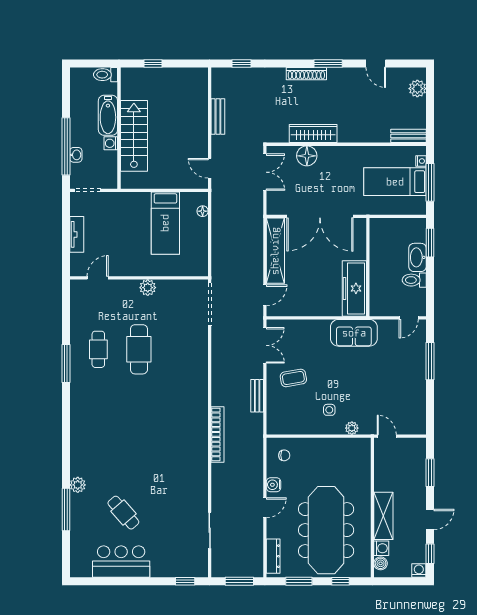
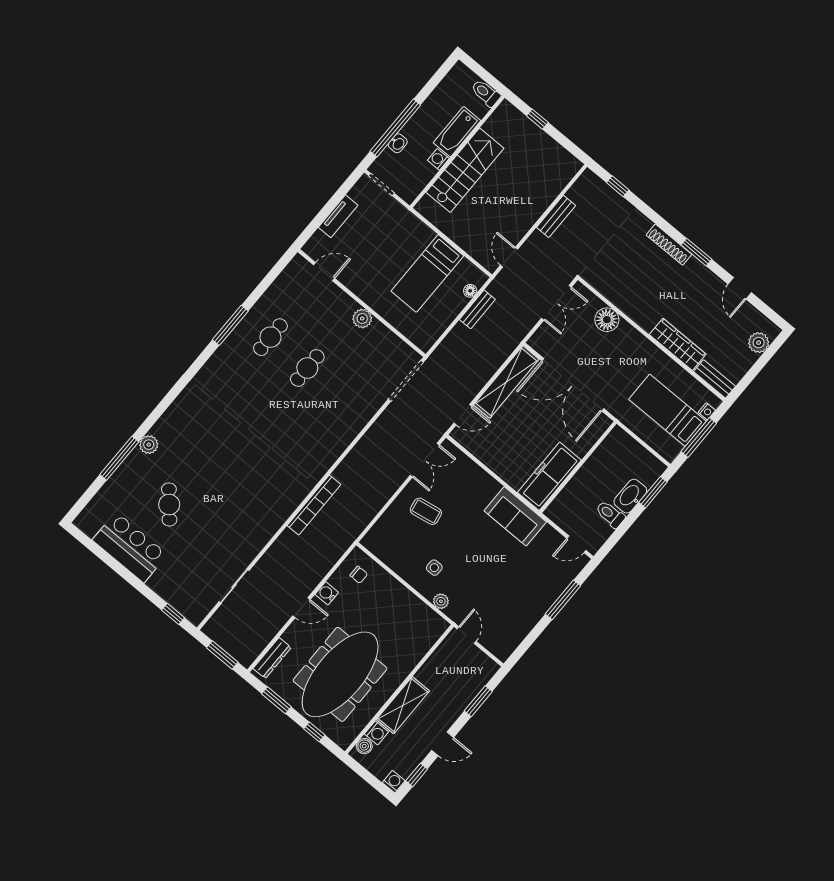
wardrobe: (313, 134) -> (678, 344), moved
cafe table: (139, 349) -> (307, 368), width x0.73, depth x0.74
bench: (257, 396) -> (477, 309), moved

